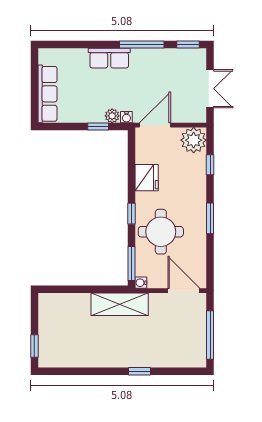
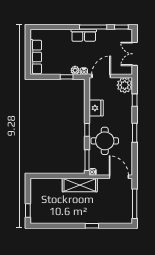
row of seats: (109, 58) -> (84, 35), moved
double door: (210, 89) -> (135, 54), swing flipped

